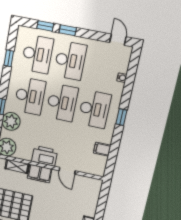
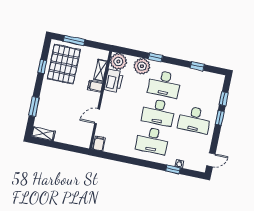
desk: (37, 54) -> (200, 91), removed
window: (121, 117) -> (173, 169), moved
filing cabinet: (102, 149) -> (99, 144), moved
printer: (45, 156) -> (114, 81), moved
filing cabinet: (40, 174) -> (95, 86), width x0.50

